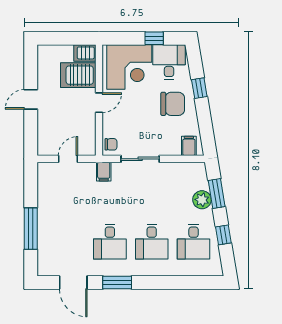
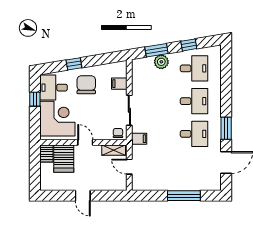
shelving: (89, 139) -> (114, 150), added
filing cabinet: (189, 146) -> (119, 84), moved

